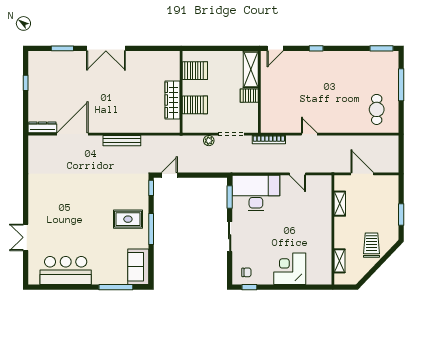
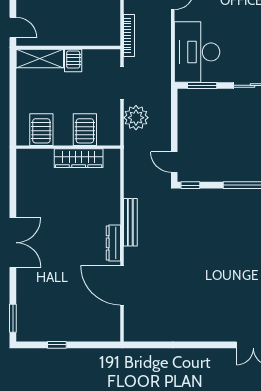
window: (62, 48) -> (13, 318), moved
dresser: (42, 127) -> (113, 243), moved
plant: (209, 141) -> (136, 118), width x1.88, depth x1.88
rug: (128, 219) -> (230, 215), removed

